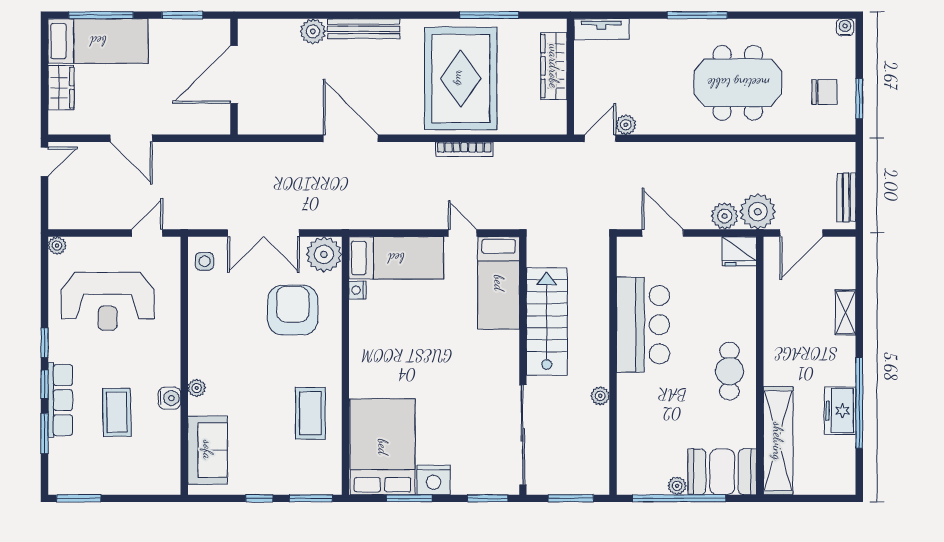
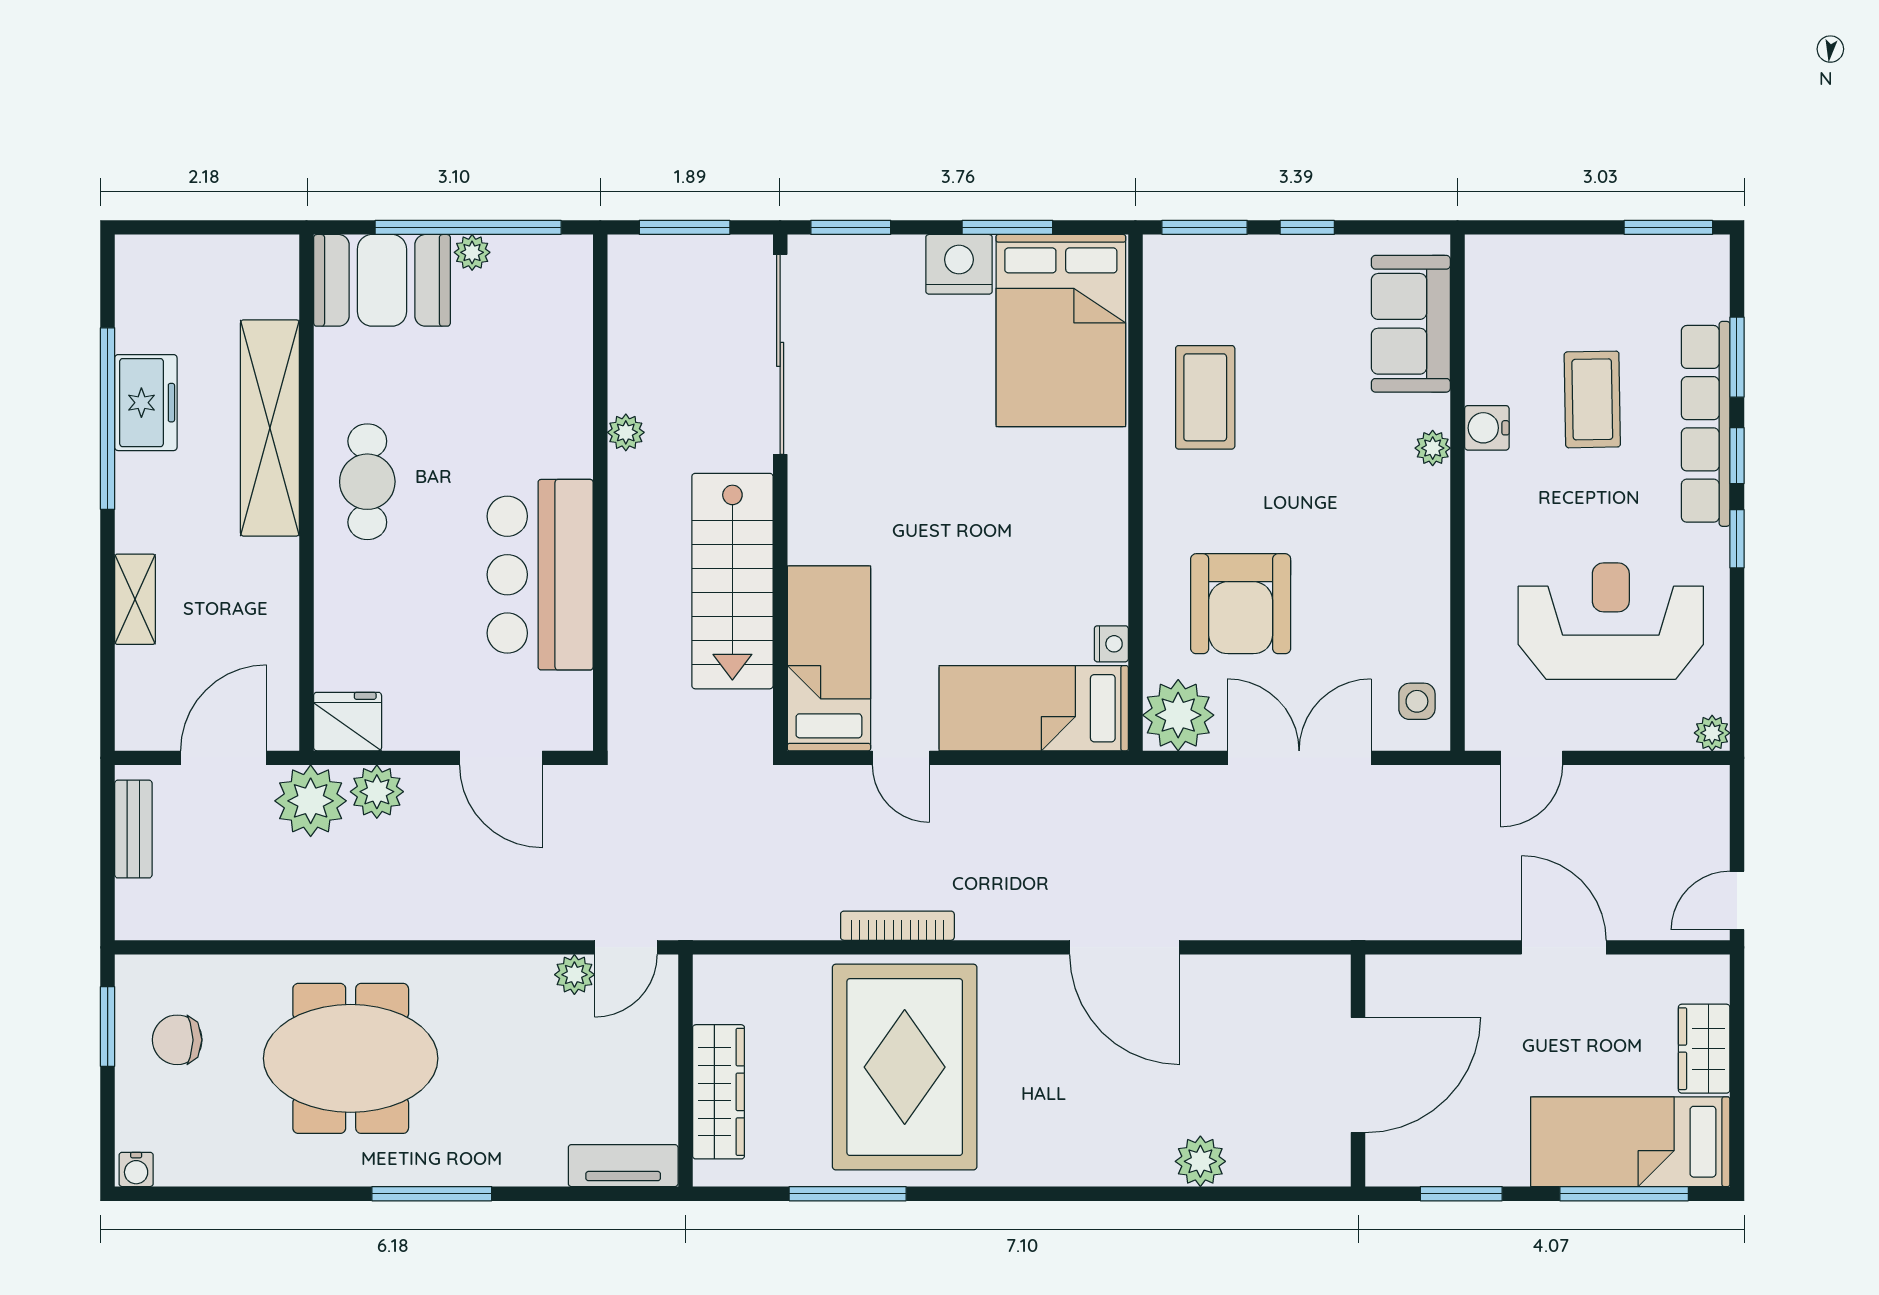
bench: (364, 29) -> (1099, 1166), removed
row of seats: (60, 400) -> (1706, 424), width x1.36
shelving: (778, 441) -> (270, 428), moved

